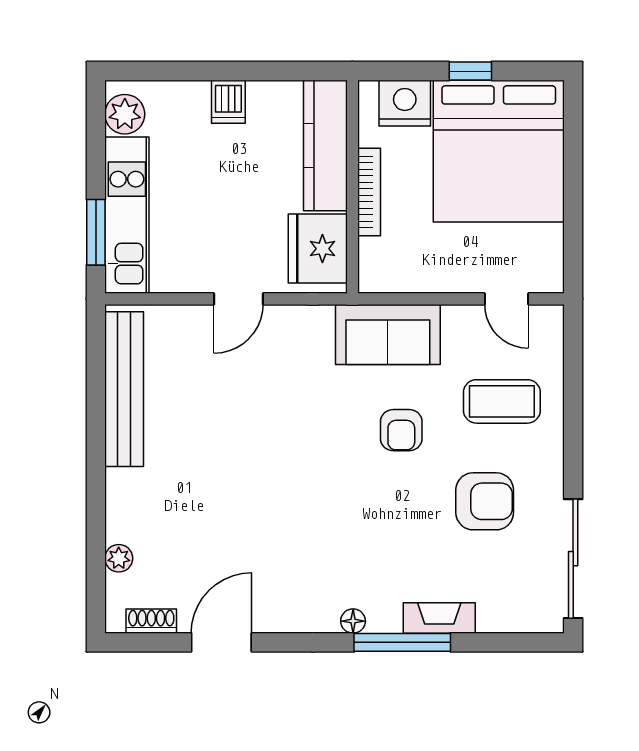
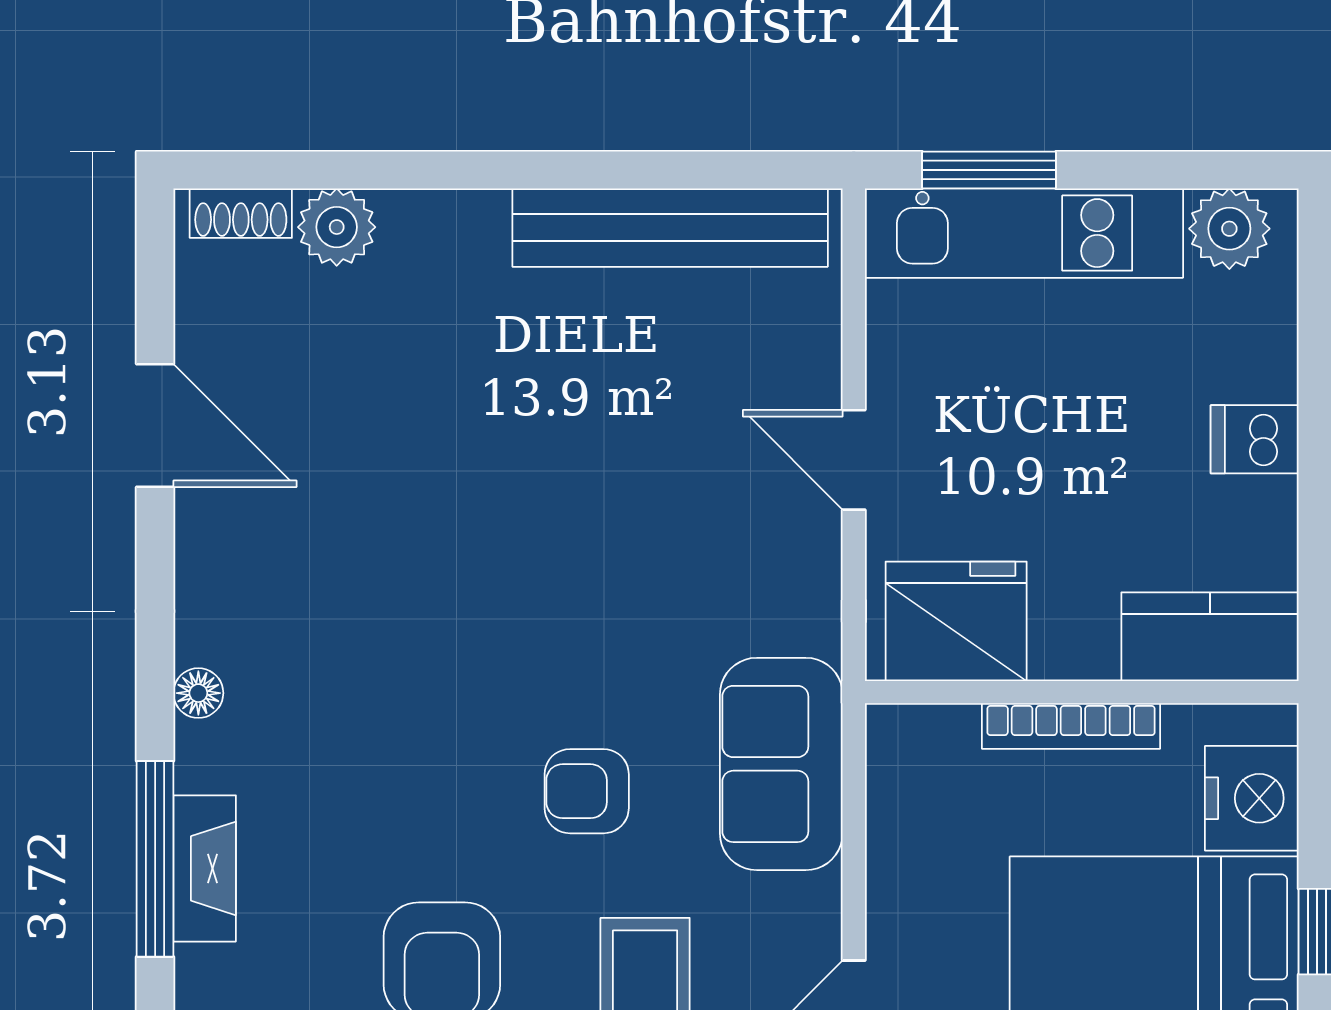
kitchen counter: (325, 145) -> (1210, 637), width x0.67
plant: (119, 558) -> (337, 227), width x1.38, depth x1.38
shoe rack: (151, 621) -> (241, 213), moved, turned 90
window: (402, 642) -> (155, 859), moved

